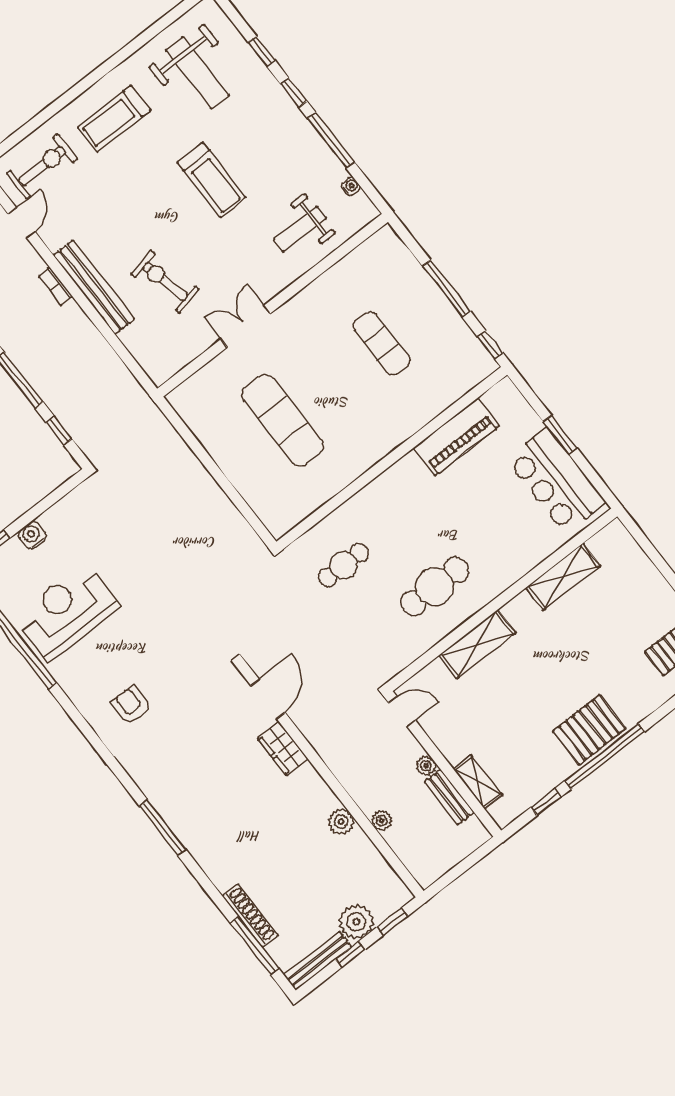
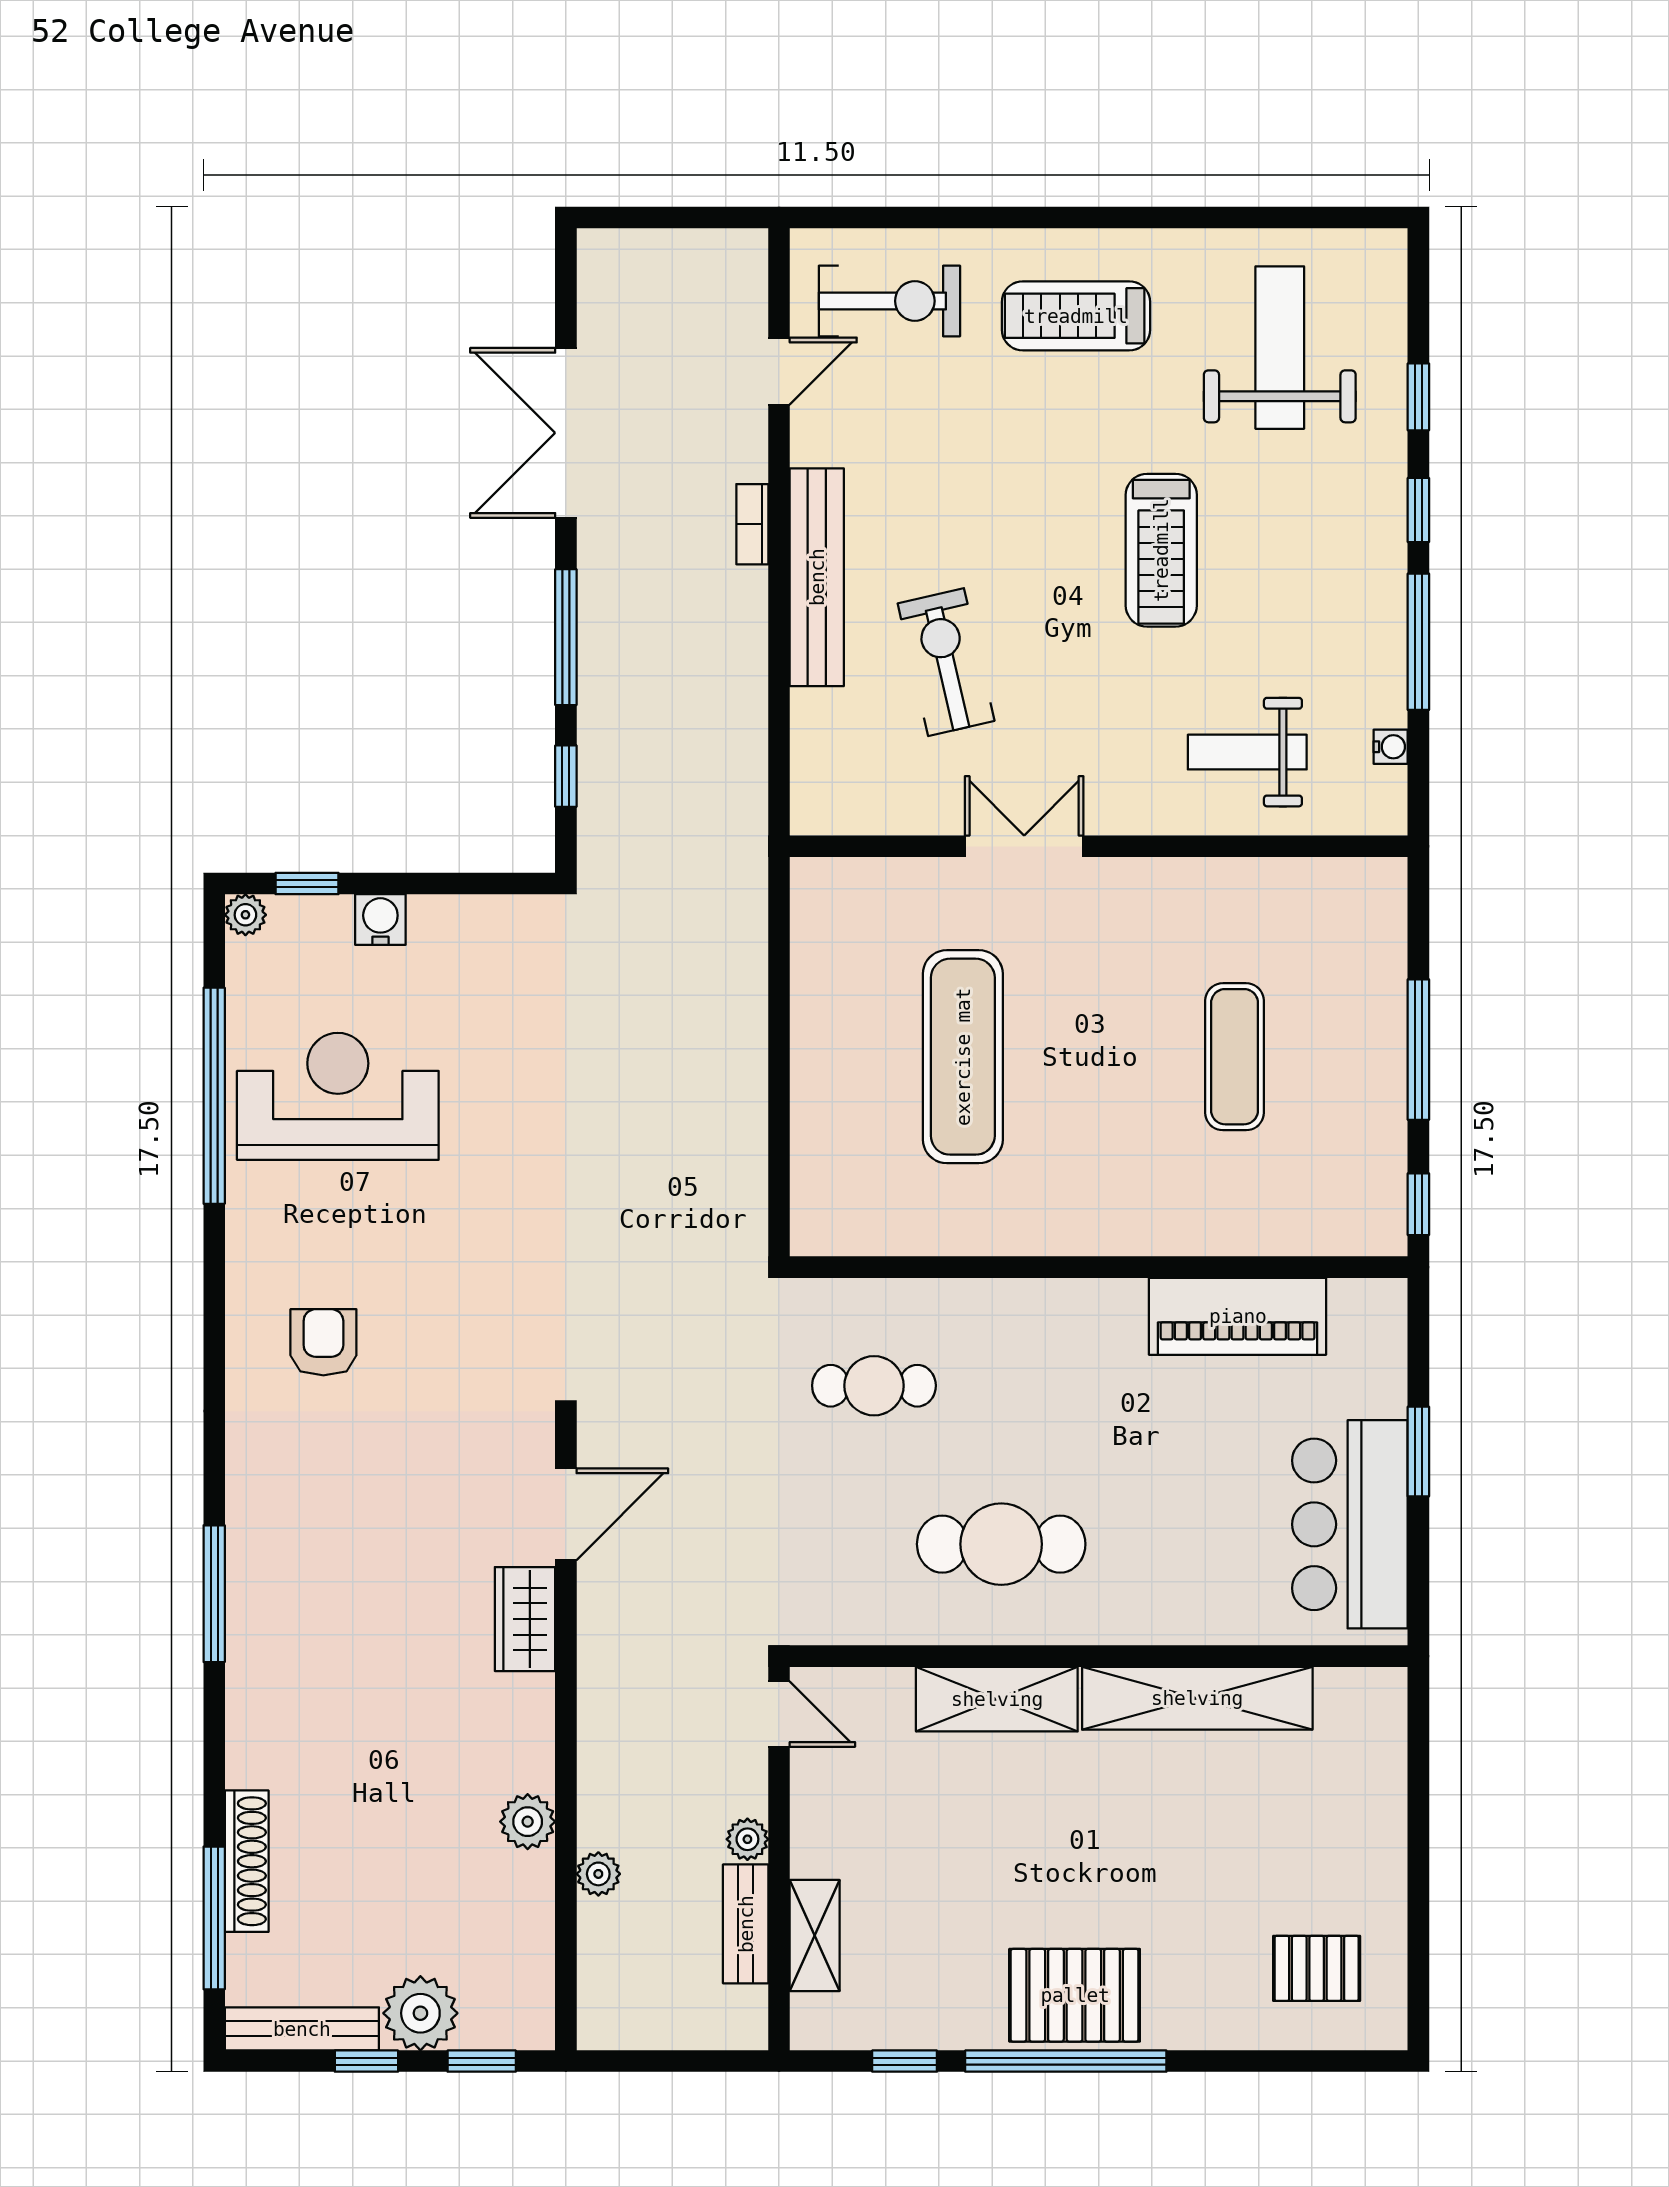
weight bench: (197, 73) -> (1280, 348), turned 180
shelving: (563, 577) -> (1197, 1698), width x1.47

